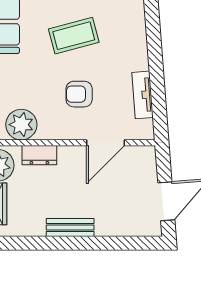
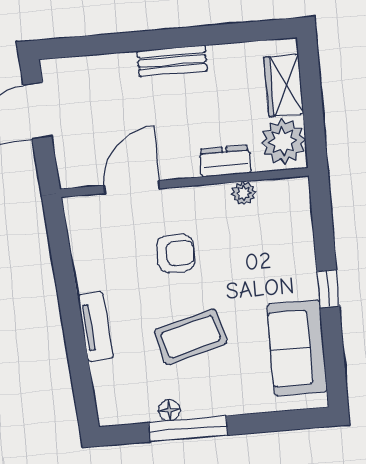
tv unit: (143, 95) -> (95, 327), moved
plant: (21, 125) -> (244, 193), width x0.53, depth x0.53

